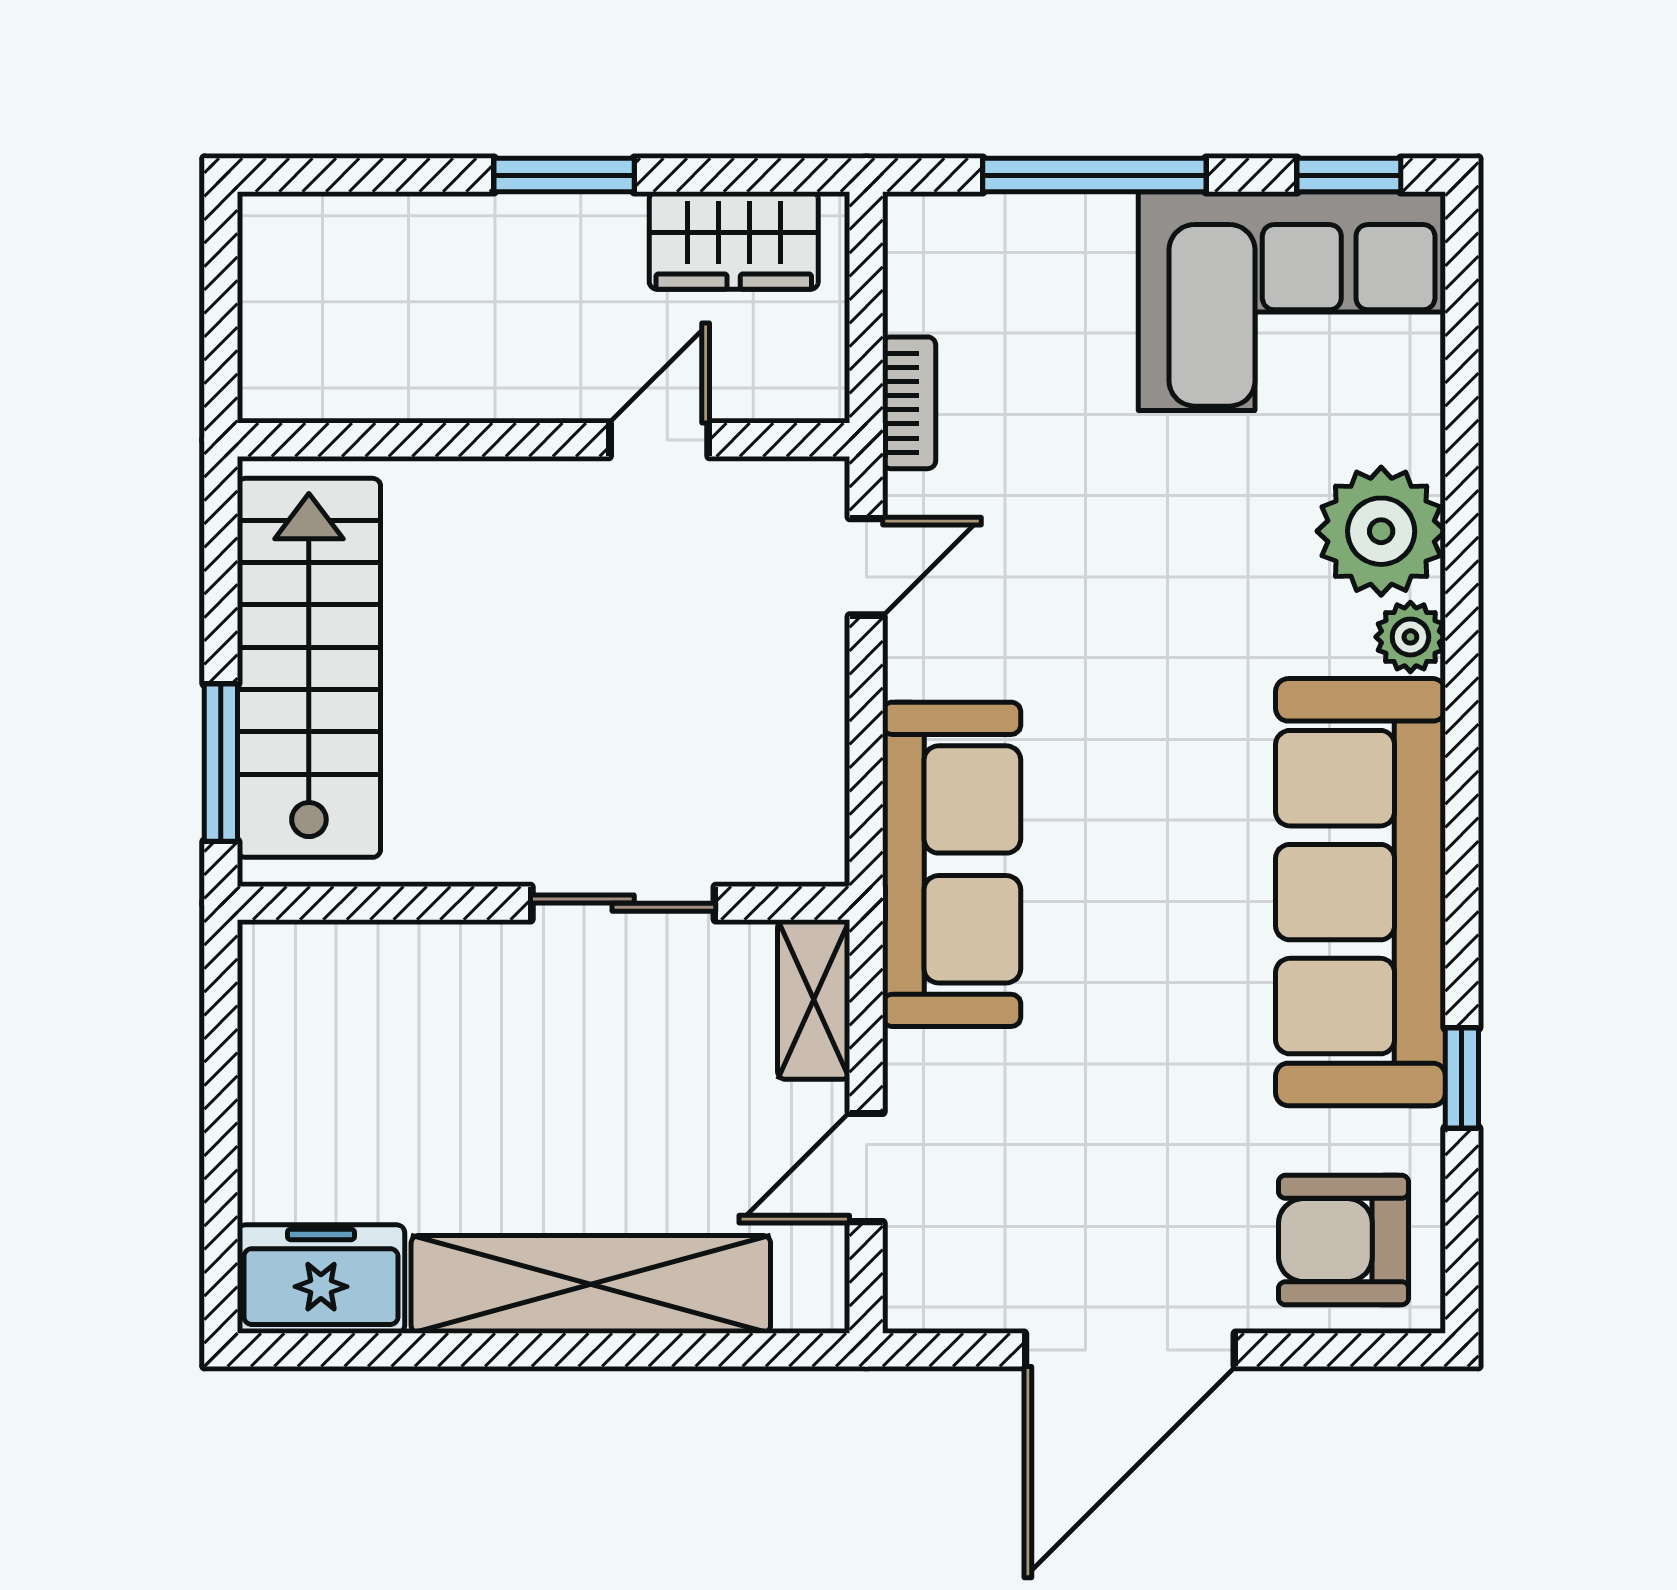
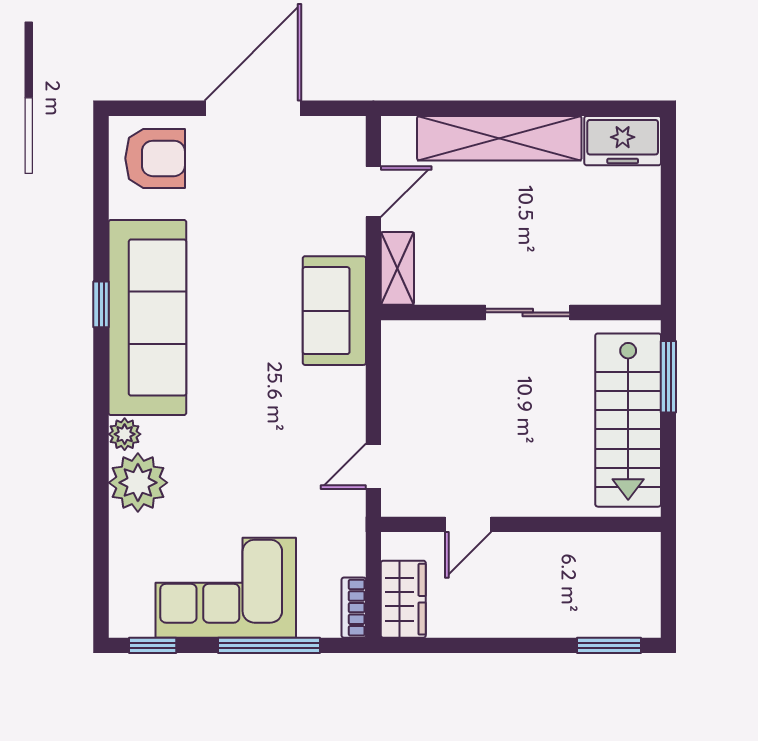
window: (564, 175) -> (609, 645), moved
wardrobe: (734, 241) -> (403, 599), moved, turned 90
corner sofa: (1292, 301) -> (226, 588), moved
bookcase: (909, 403) -> (354, 608), moved
sofa: (952, 864) -> (334, 311), width x0.73
sliding door: (623, 903) -> (528, 312), moved
window: (1462, 1078) -> (101, 304), moved

